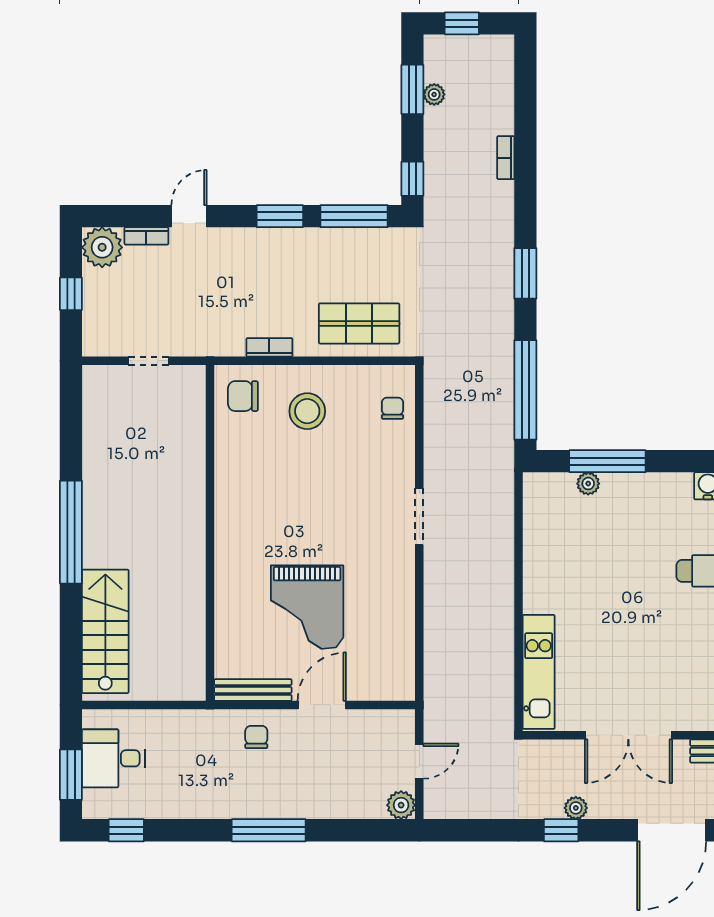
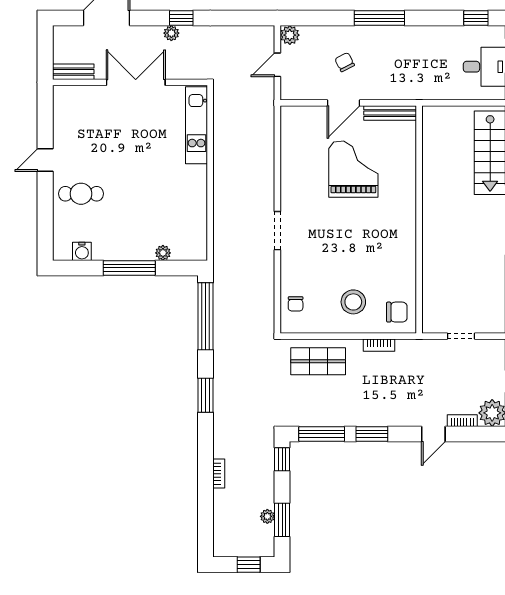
window: (607, 461) -> (129, 268), moved
chair: (256, 737) -> (345, 62), moved, turned 153

